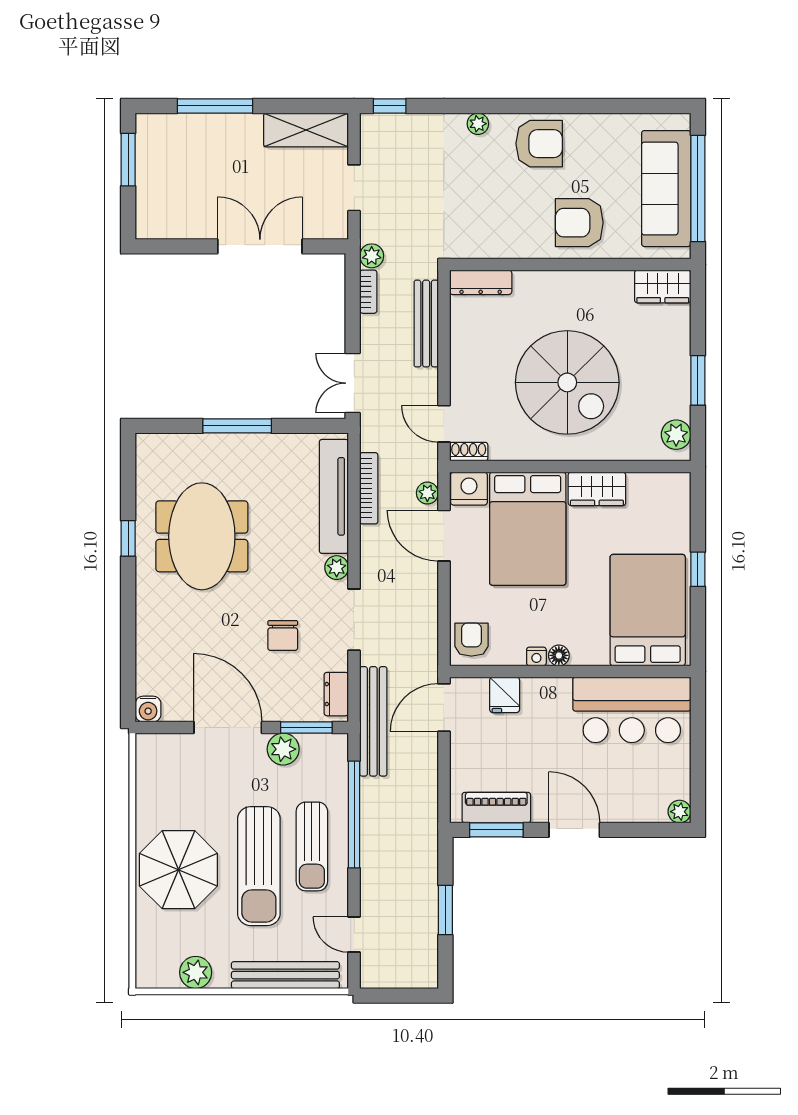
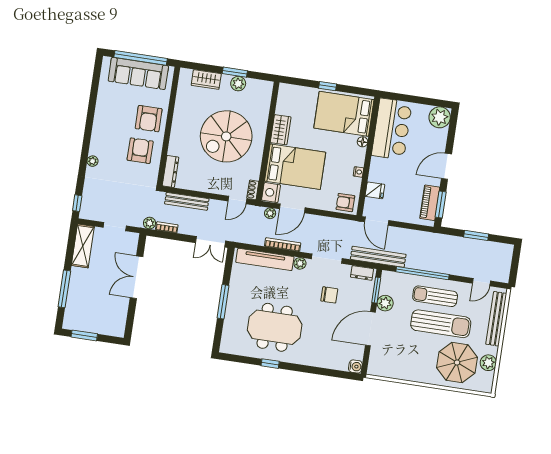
armchair: (539, 144) -> (140, 151), moved
wardrobe: (663, 286) -> (206, 80), moved, turned 90
spiral stairs: (567, 382) -> (226, 136), turned 180
plant: (676, 435) -> (238, 84), moved
bookcase: (369, 488) -> (283, 245), moved
floor lamp: (559, 655) -> (362, 142), moved
plant: (679, 812) -> (440, 117), width x1.88, depth x1.88
sun lounger: (312, 846) -> (435, 296), turned 180
parasol: (178, 870) -> (457, 362), moved

